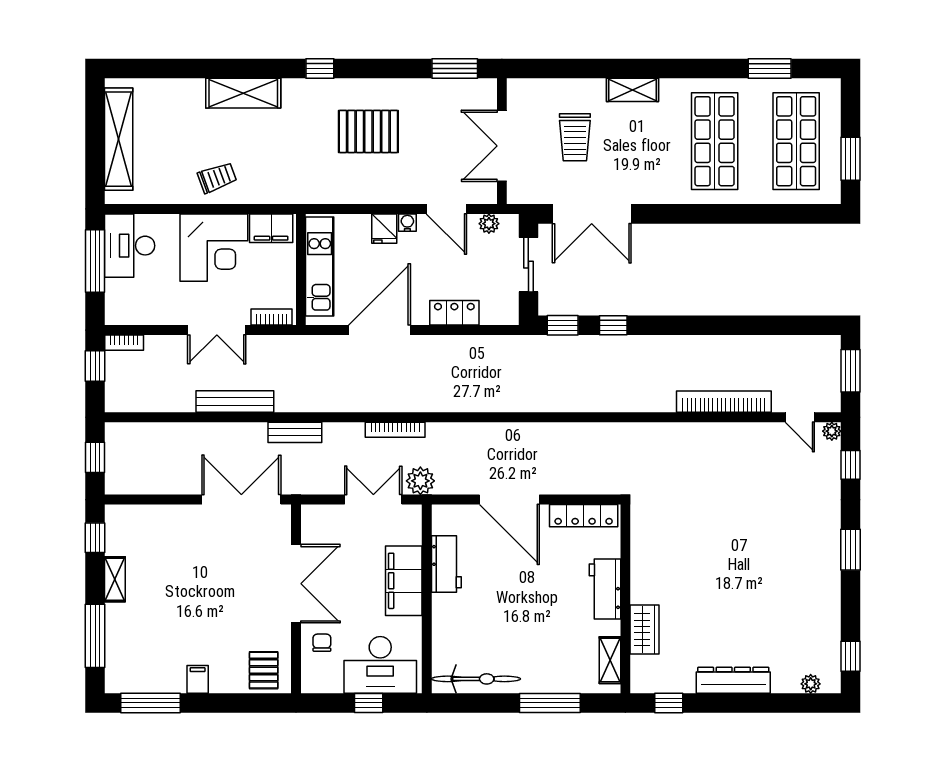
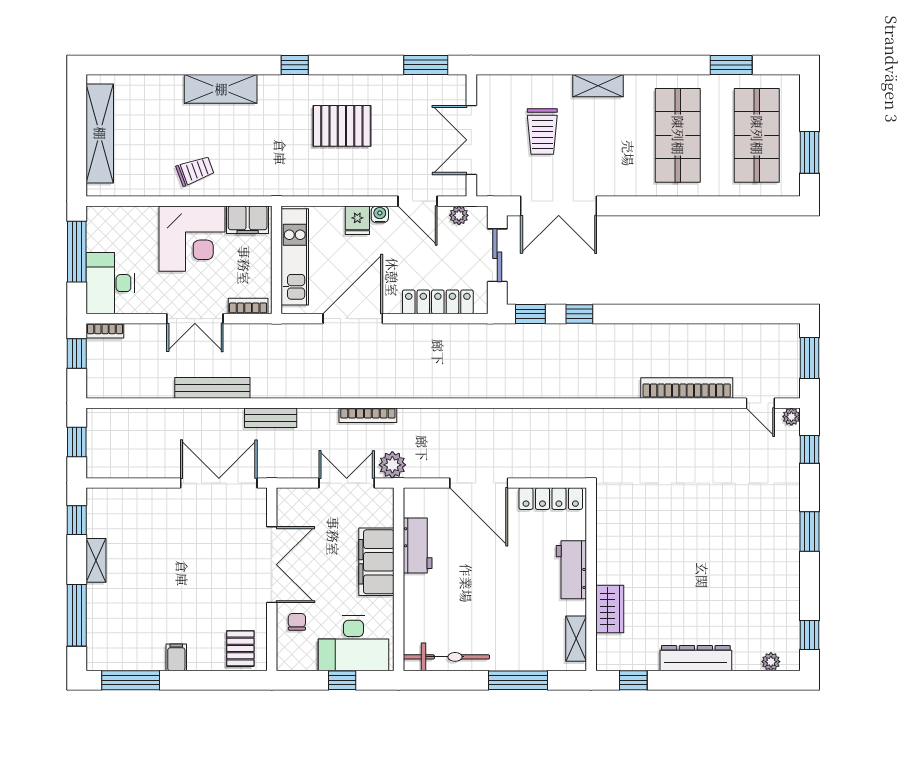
desk: (130, 246) -> (110, 283), moved
locker: (454, 313) -> (438, 302), width x1.53

